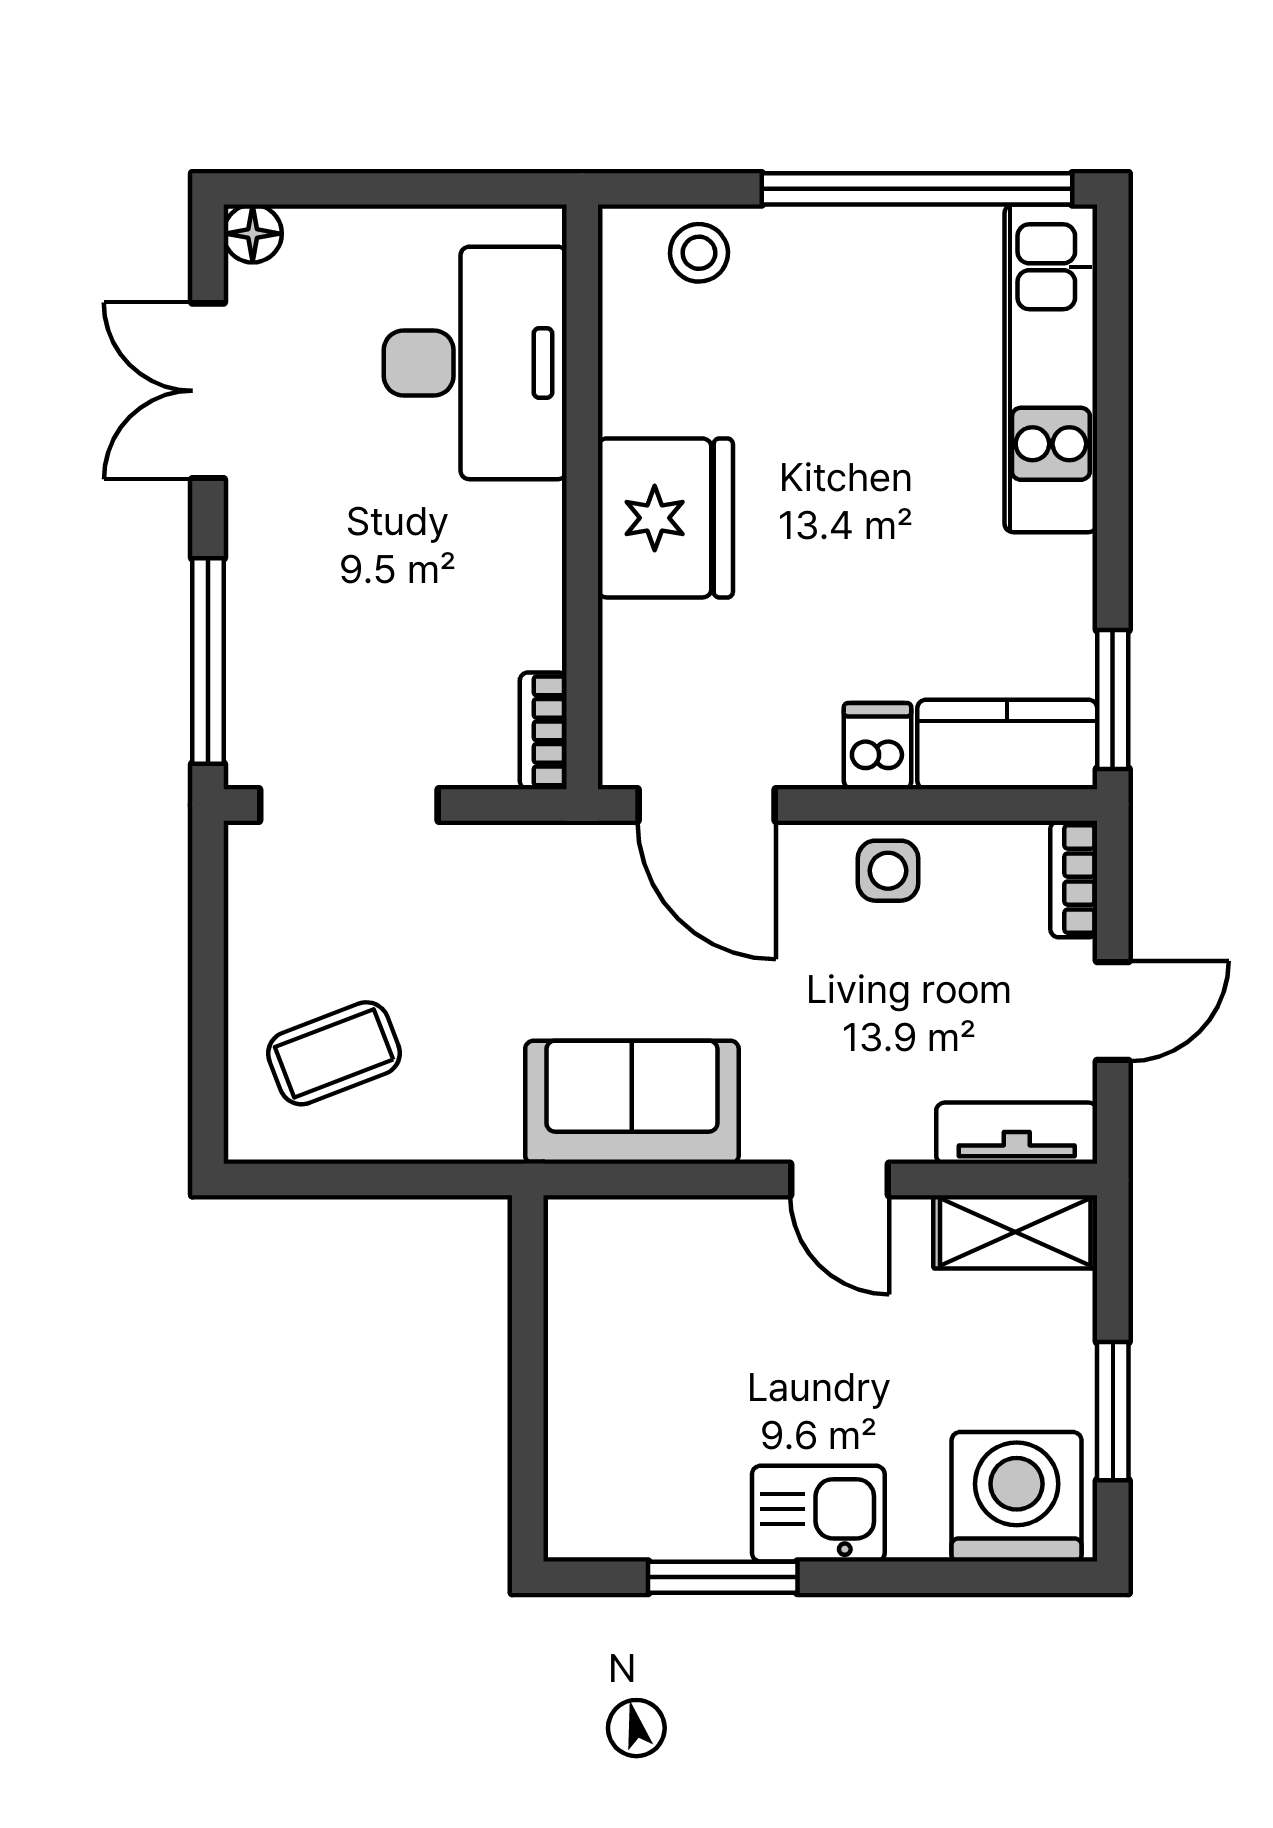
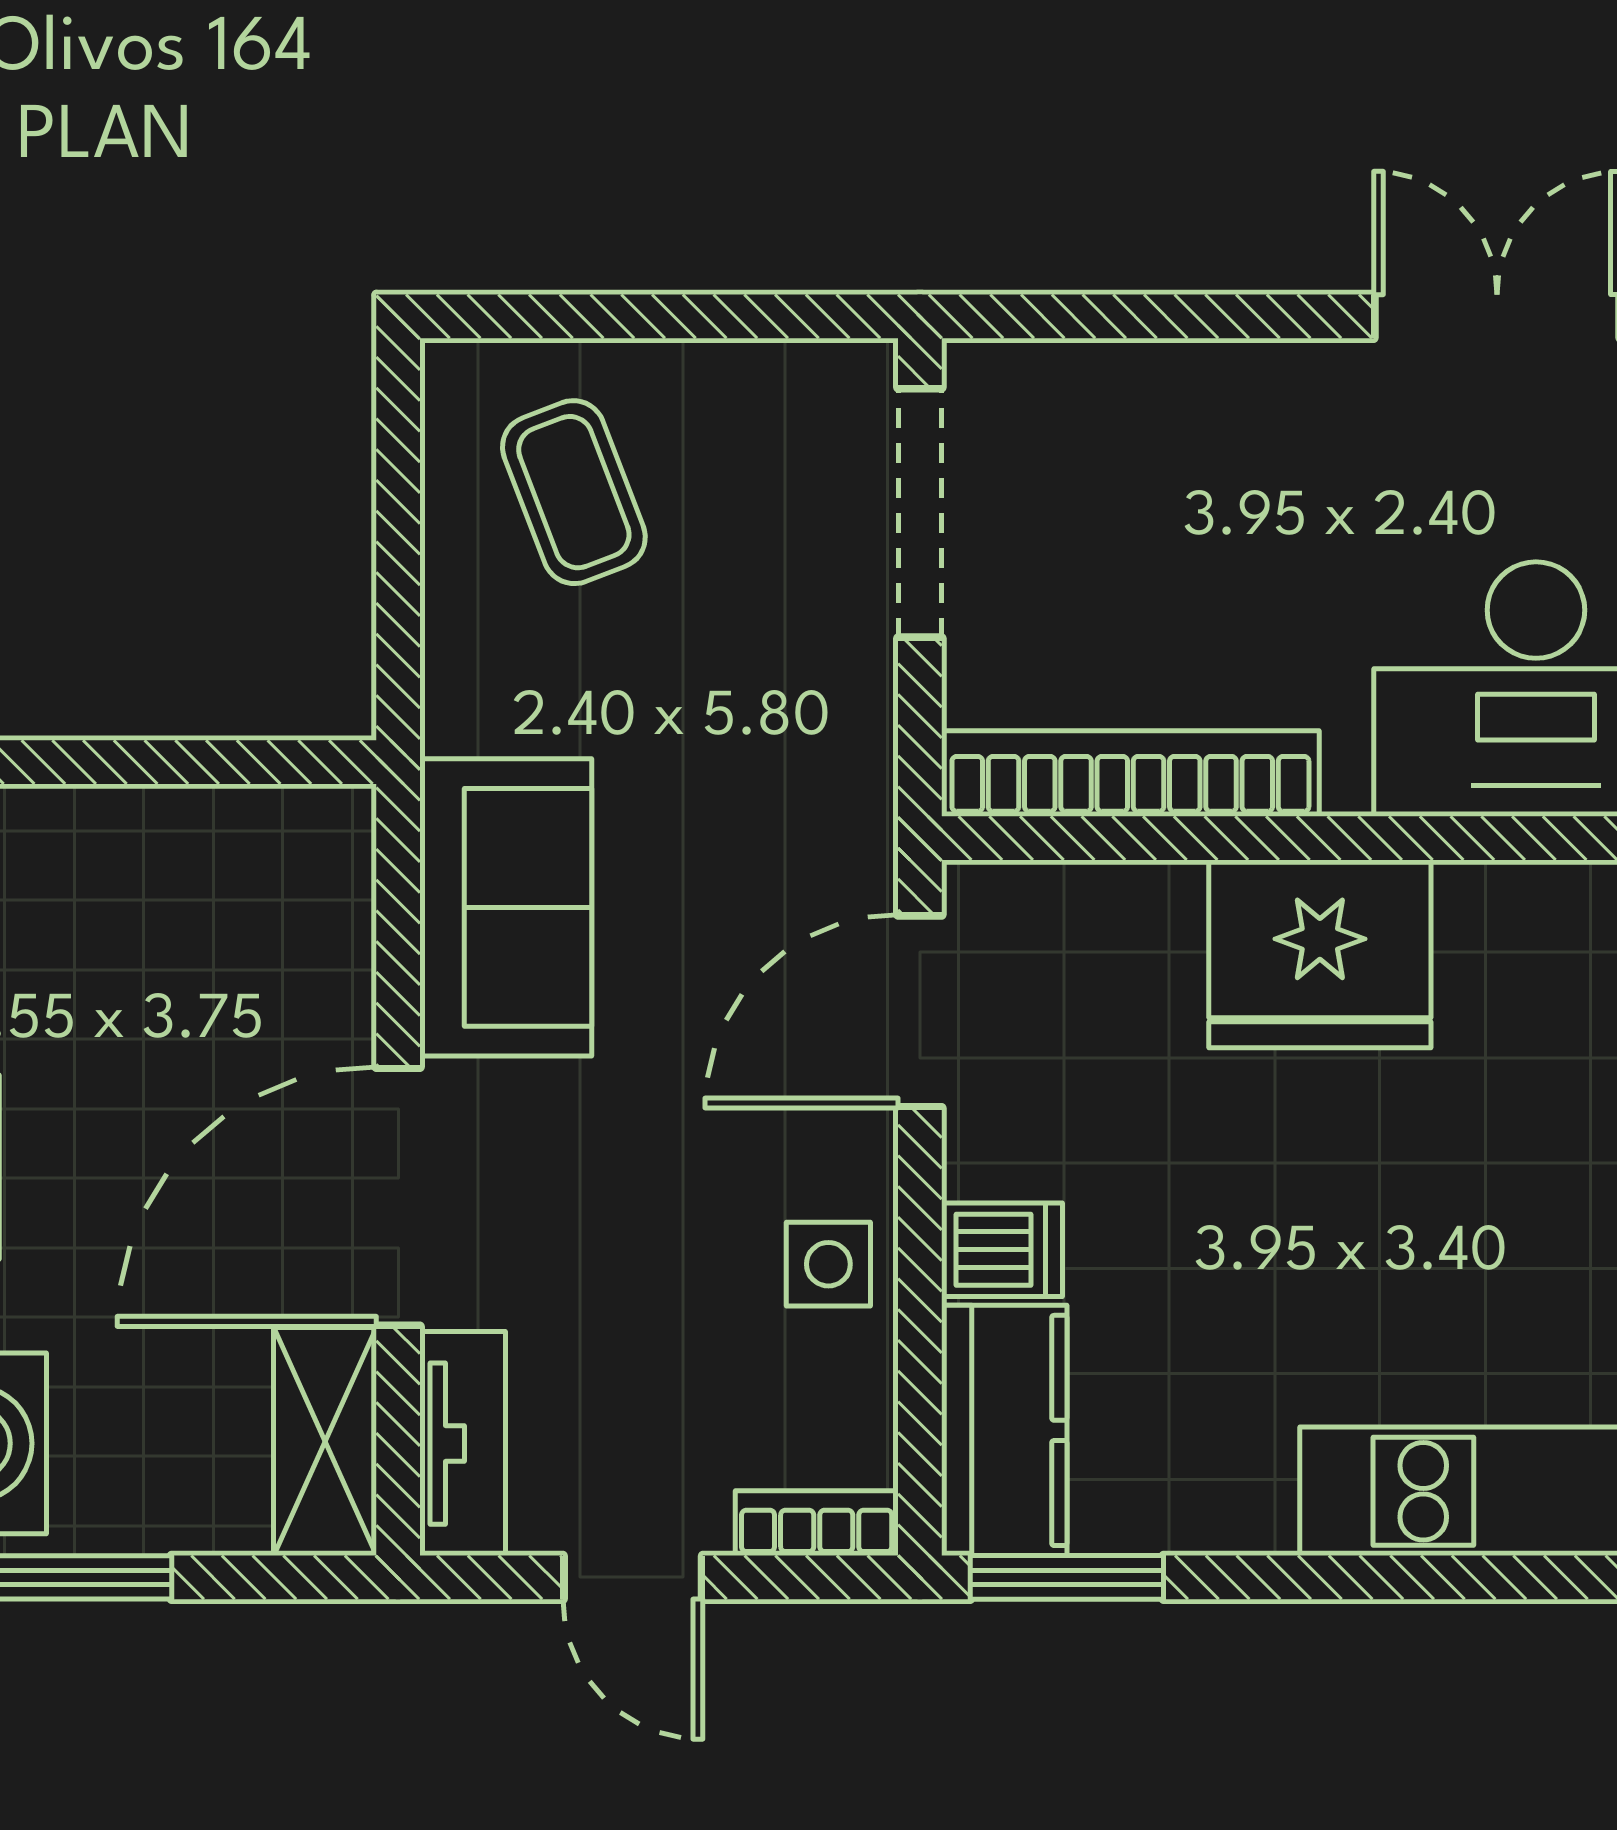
window: (208, 661) -> (1121, 316), removed
bookcase: (543, 731) -> (1130, 774), width x2.31, depth x1.31
door: (840, 1179) -> (398, 1197), width x1.88

